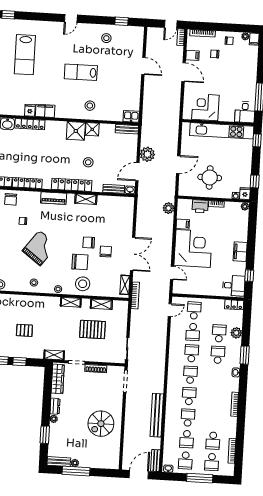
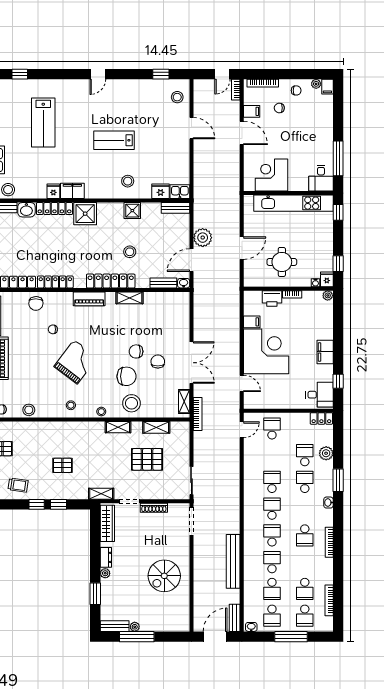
stool: (106, 38) -> (177, 97), moved
fridge: (116, 115) -> (161, 191), added
shower: (76, 131) -> (85, 214), moved
plant: (169, 208) -> (233, 303), removed
school desk: (193, 332) -> (305, 535), moved

